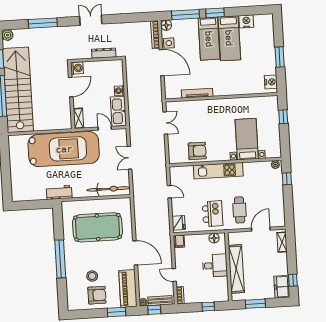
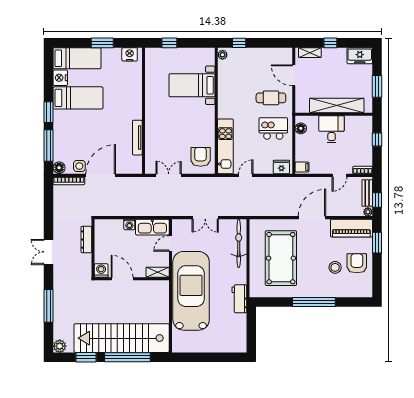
bed: (209, 39) -> (77, 58), moved
armchair: (197, 151) -> (201, 157), moved
kitchen unit: (218, 171) -> (225, 146), moved
window: (293, 280) -> (330, 43), moved

